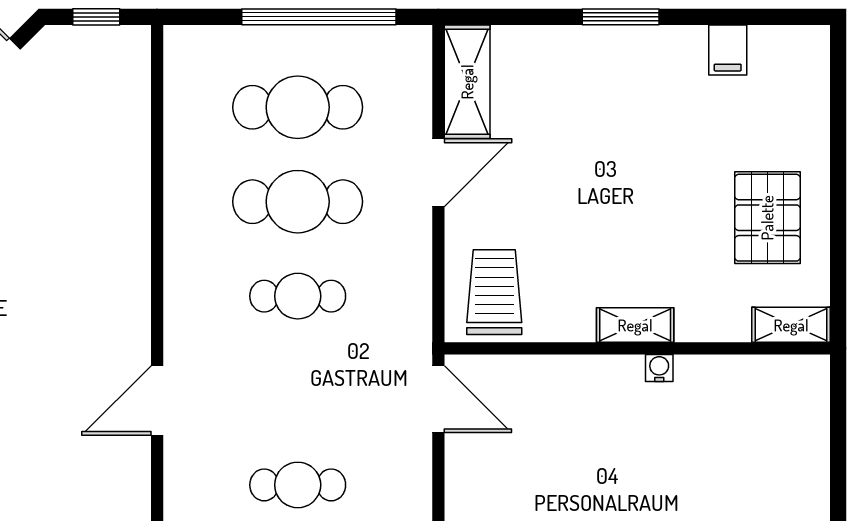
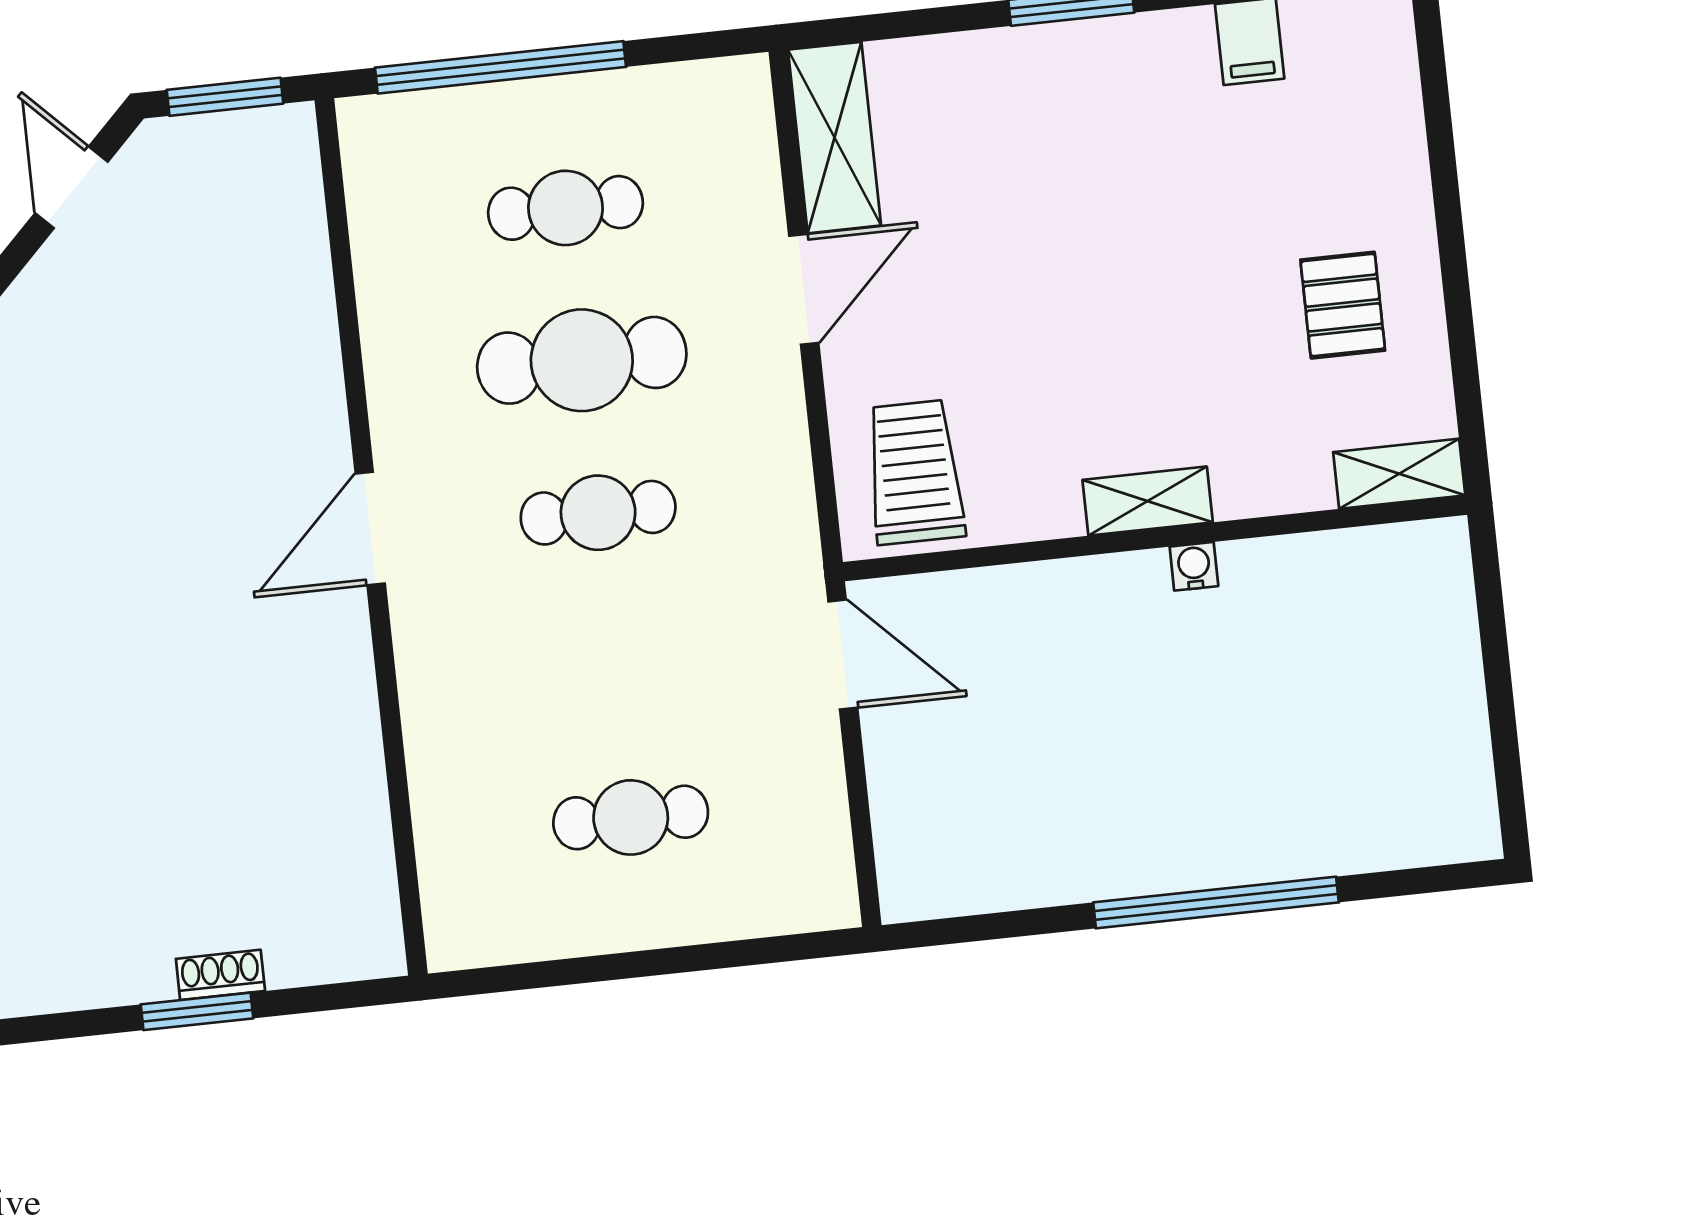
window: (96, 17) -> (225, 97), width x1.50
window: (319, 17) -> (500, 67), moved
cafe table: (298, 107) -> (566, 208), width x0.73, depth x0.74
pallet: (767, 218) -> (1343, 305), width x0.67, depth x0.71
door: (157, 400) -> (370, 528), moved

